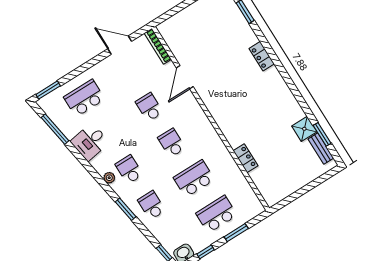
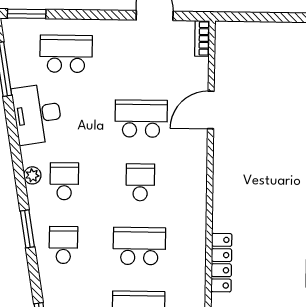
bookcase: (158, 46) -> (202, 38), width x0.64
school desk: (149, 107) -> (141, 119), width x1.85
desk: (90, 142) -> (37, 114), width x1.37
locker: (246, 158) -> (221, 263), width x1.53

